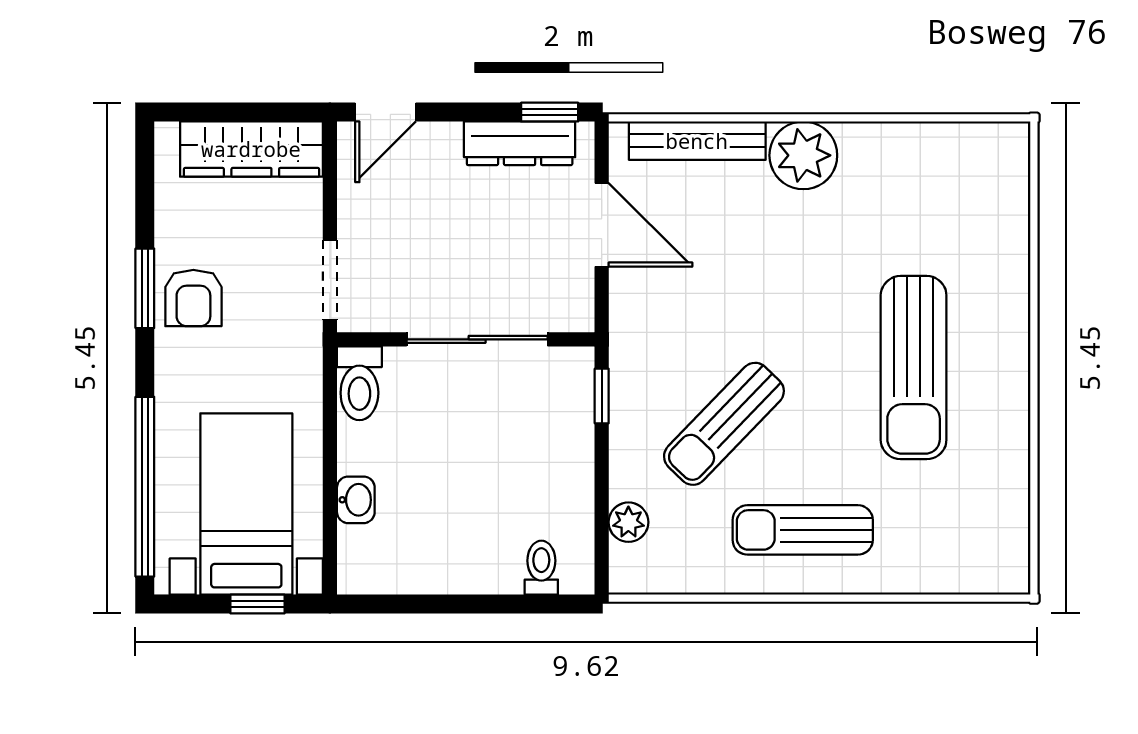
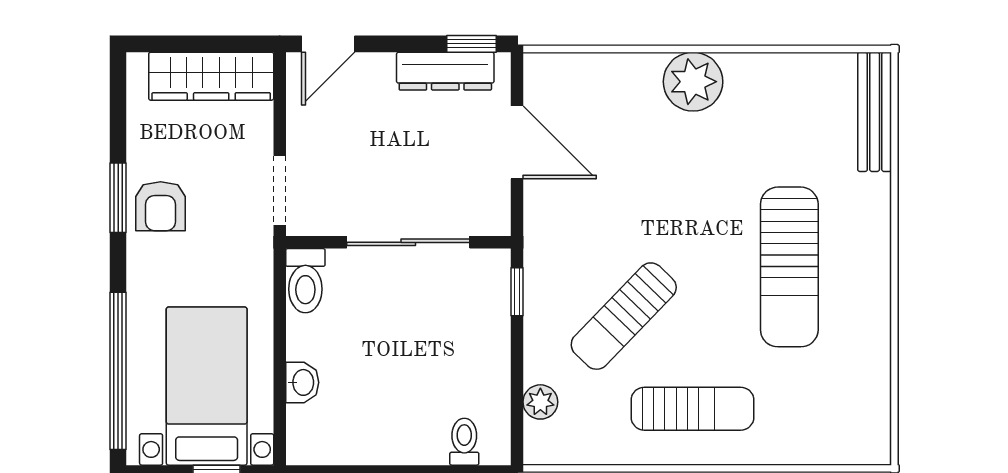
bench: (697, 141) -> (875, 112), moved, turned 90
sun lounger: (803, 530) -> (692, 409), turned 180

